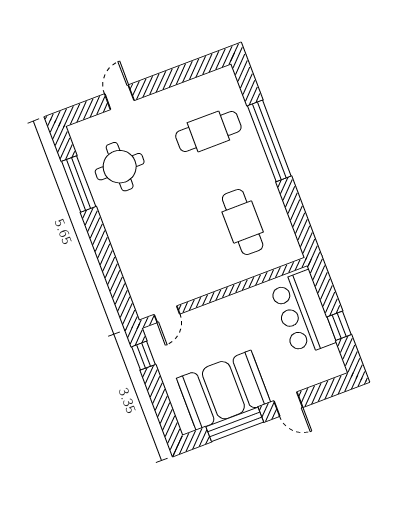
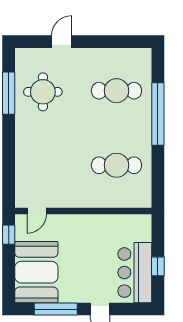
cafe table: (243, 222) -> (116, 165), turned 90
bar counter: (302, 313) -> (135, 273), moved
booth: (223, 390) -> (36, 272), moved, turned 90

